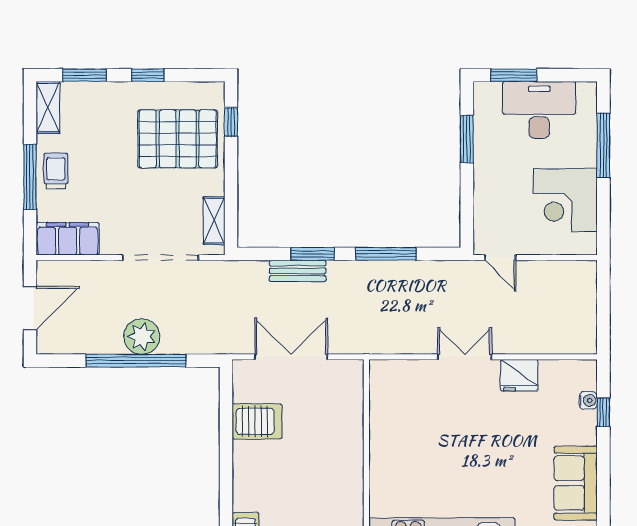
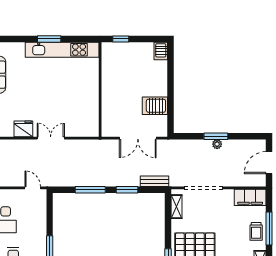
bench: (298, 271) -> (154, 181), moved
plant: (142, 337) -> (217, 144), width x0.53, depth x0.53
double door: (465, 357) -> (51, 138), swing flipped
window: (136, 361) -> (216, 136), width x0.47

